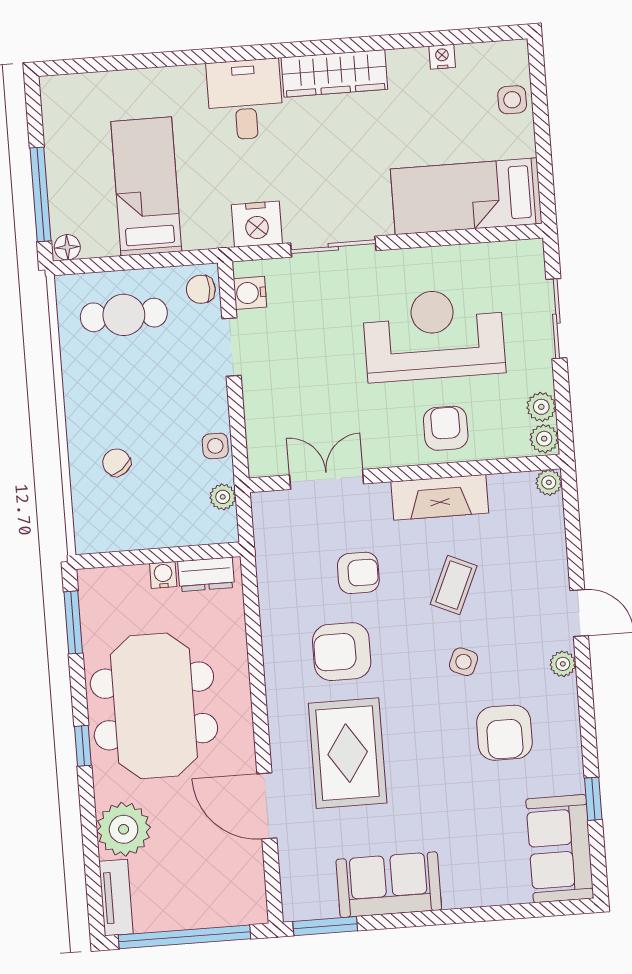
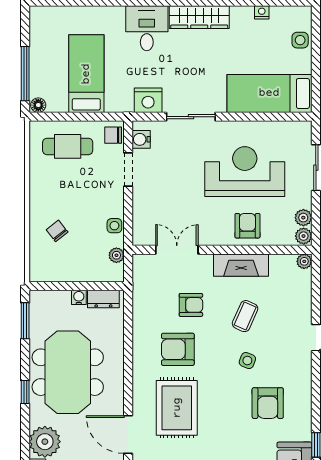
plant: (563, 664) -> (304, 366), removed

